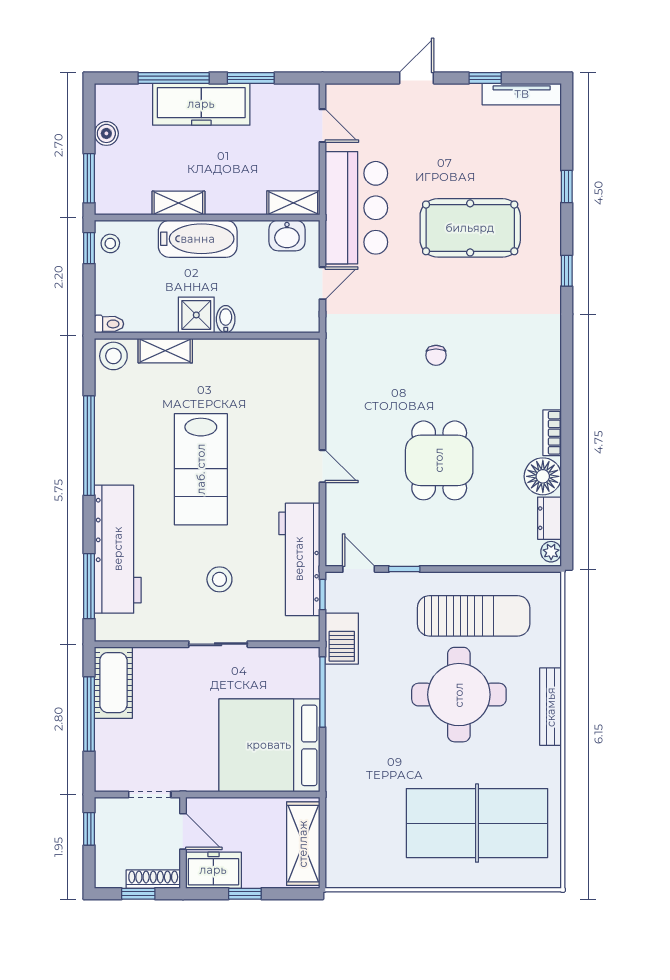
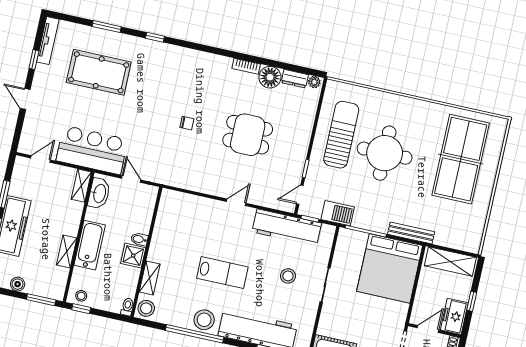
window: (567, 187) -> (107, 27), width x1.50
pool table: (470, 228) -> (99, 72), moved, turned 90
washbasin: (287, 235) -> (99, 193), width x1.38
stool: (116, 456) -> (204, 320), added
lab bench: (201, 469) -> (222, 273), width x0.73, depth x0.72
bench: (551, 707) -> (411, 233), moved

